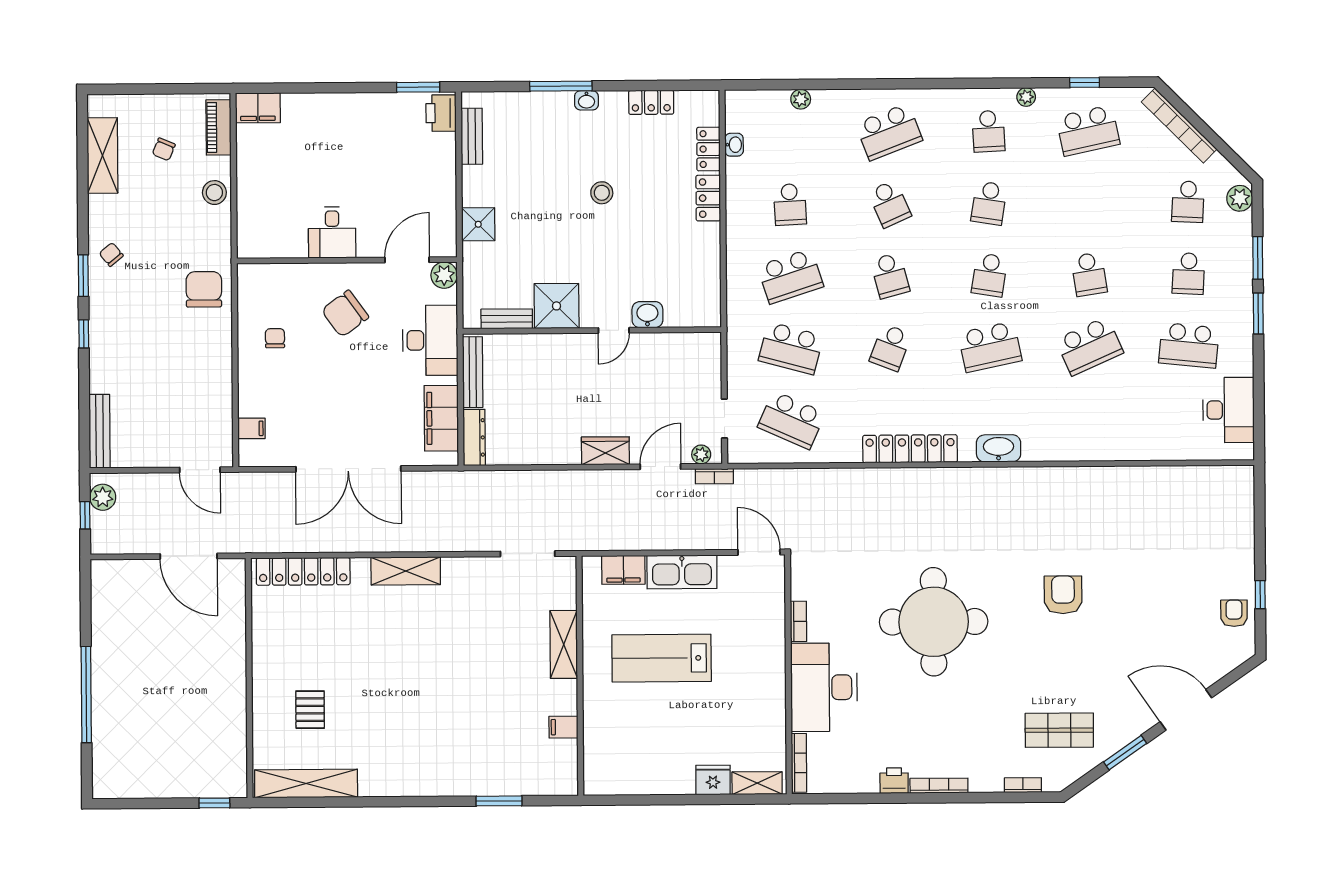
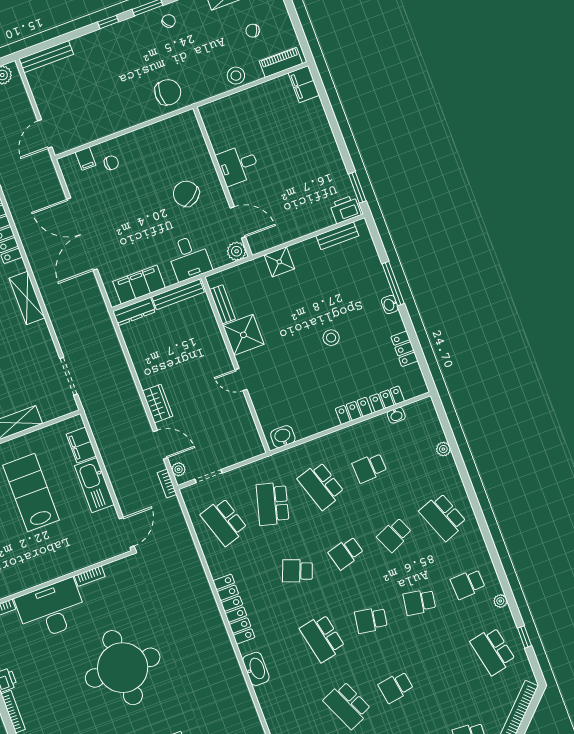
washbasin: (647, 315) -> (283, 437), moved, turned -90
chair: (275, 338) -> (111, 163), moved
desk: (430, 340) -> (189, 258), width x0.73
school desk: (791, 420) -> (224, 522), turned -42

